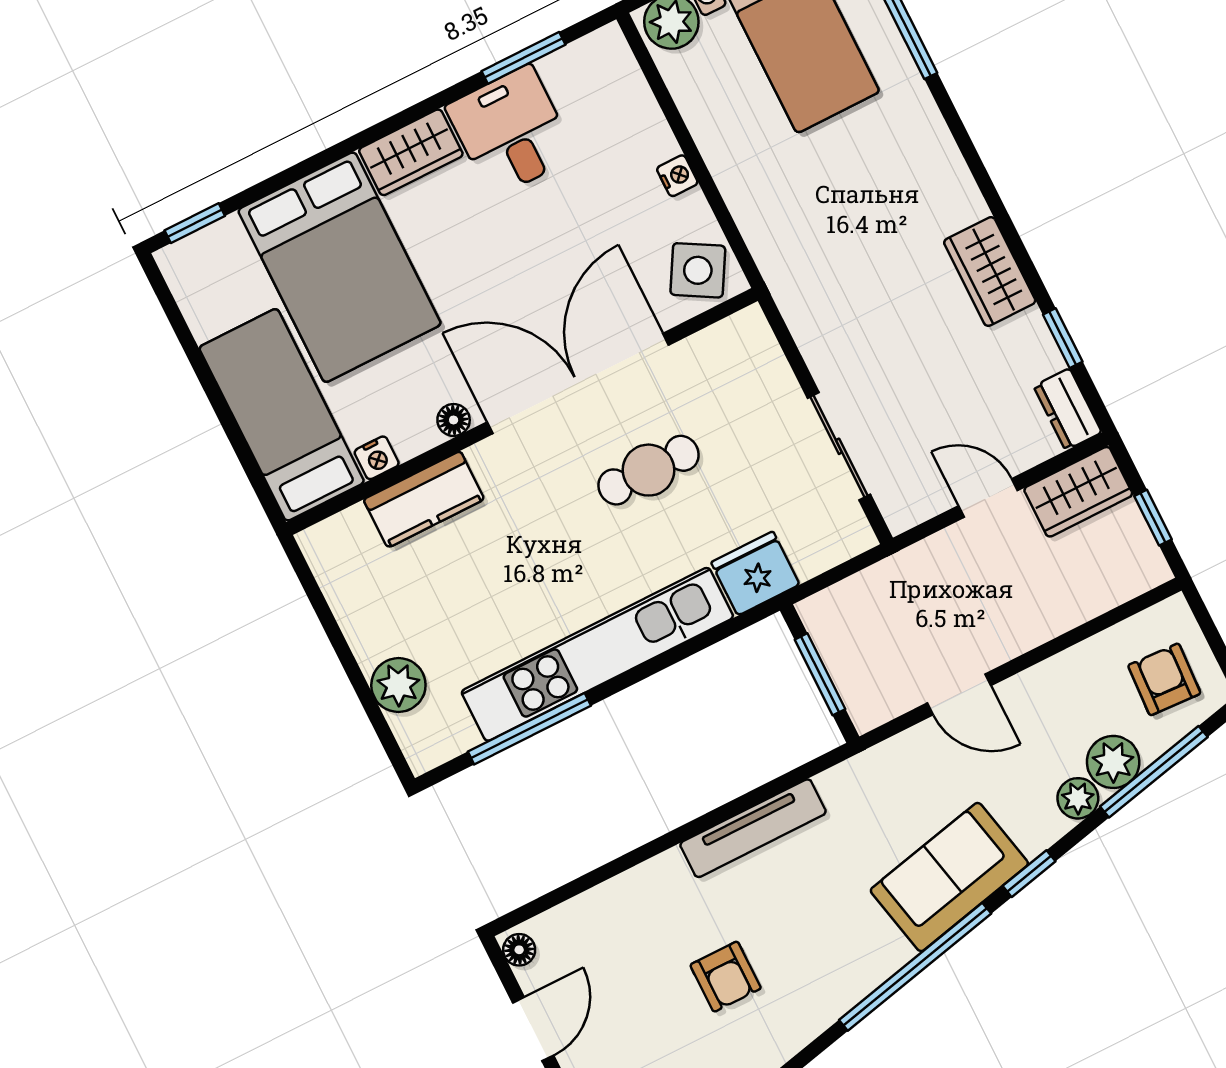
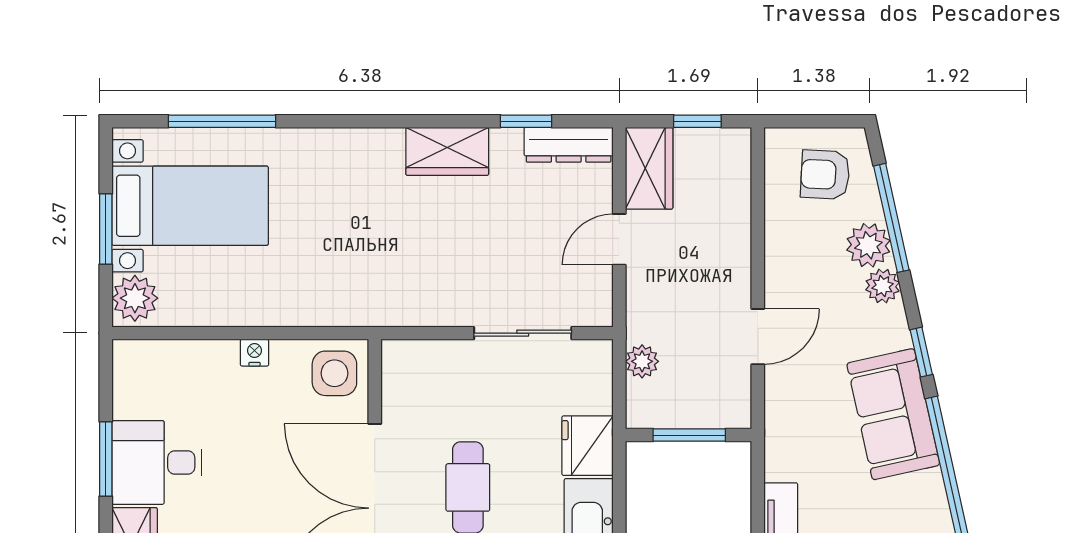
window: (523, 58) -> (106, 459), moved
side table: (698, 270) -> (334, 373), turned -30
dresser: (1068, 409) -> (569, 145), width x1.44
plant: (872, 586) -> (642, 361), added

